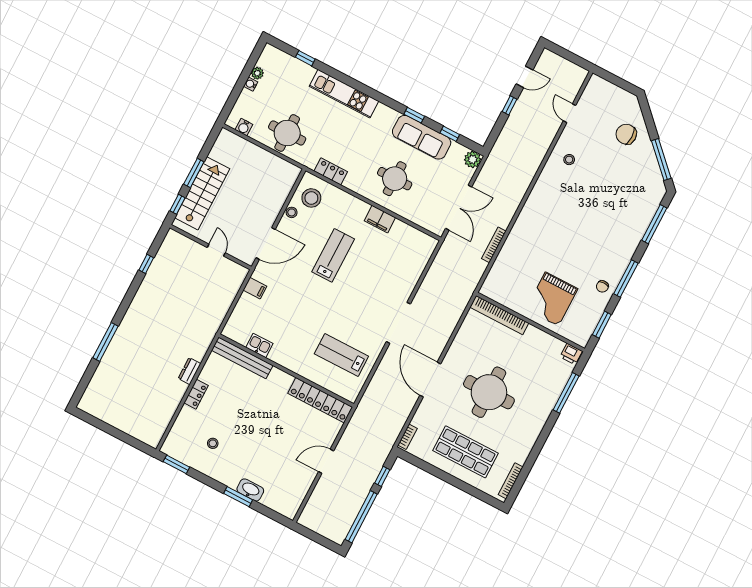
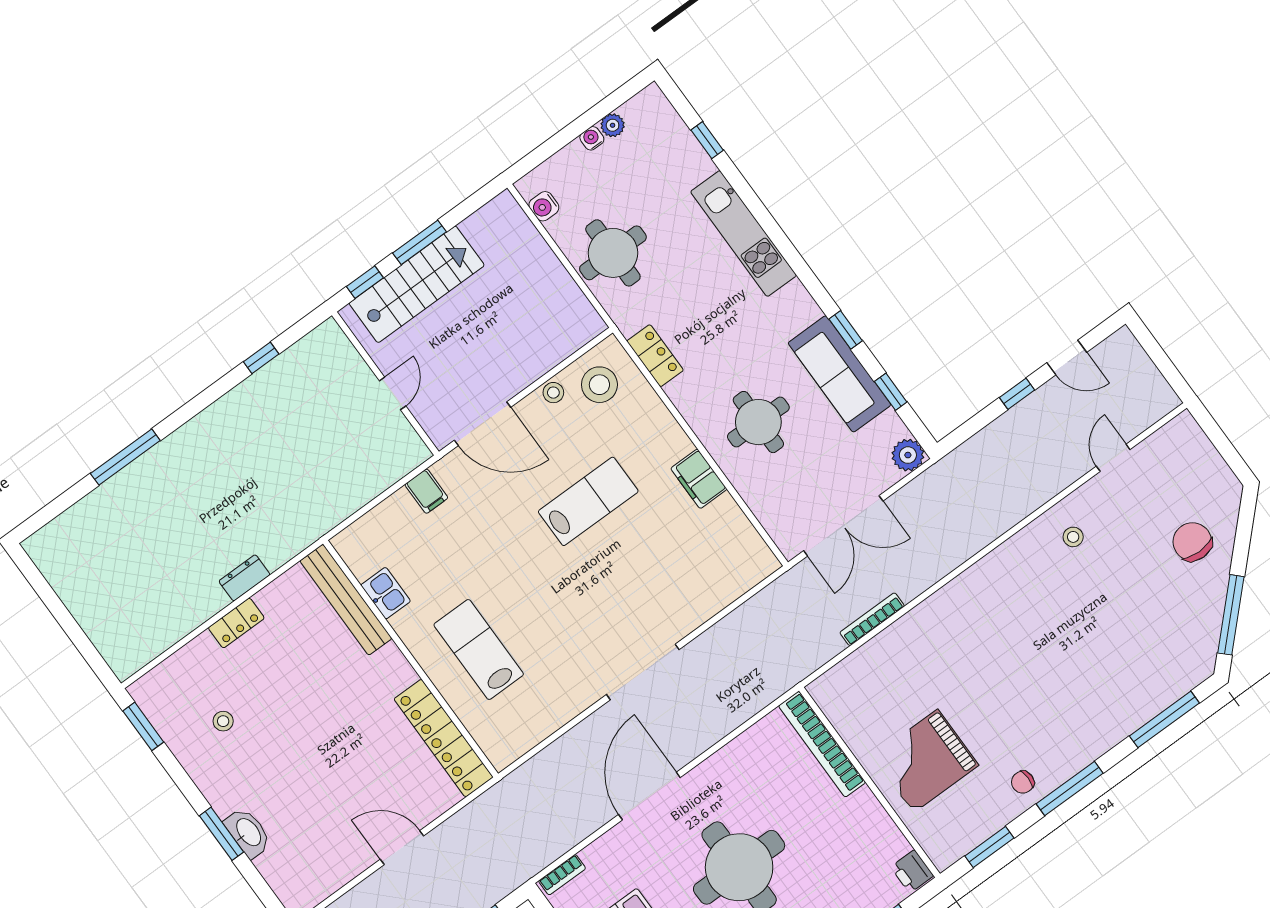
lab bench: (341, 355) -> (479, 649), moved

